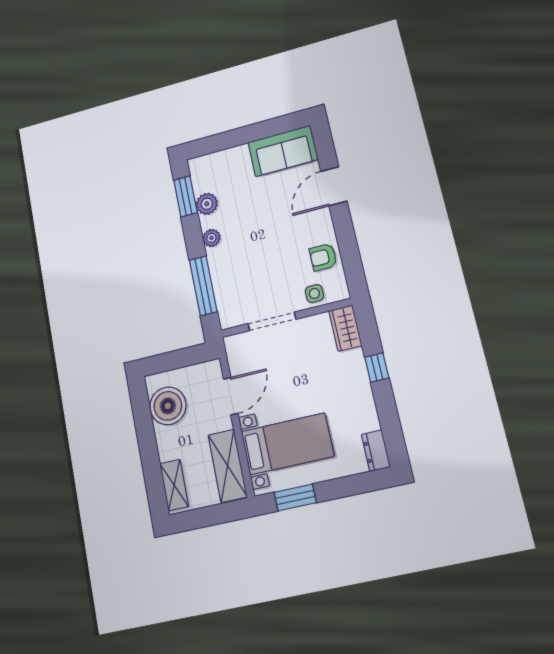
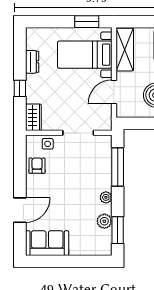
armchair: (323, 257) -> (37, 166), turned -90
dresser: (376, 451) -> (32, 62), moved

